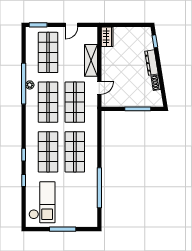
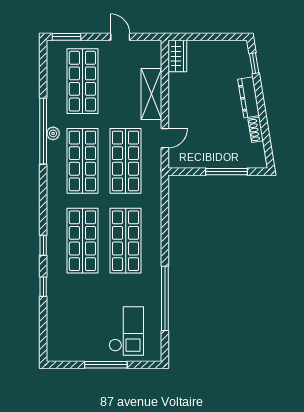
door: (71, 25) -> (120, 37), swing flipped
checkout: (42, 202) -> (126, 331), moved, width x0.73, depth x0.83

